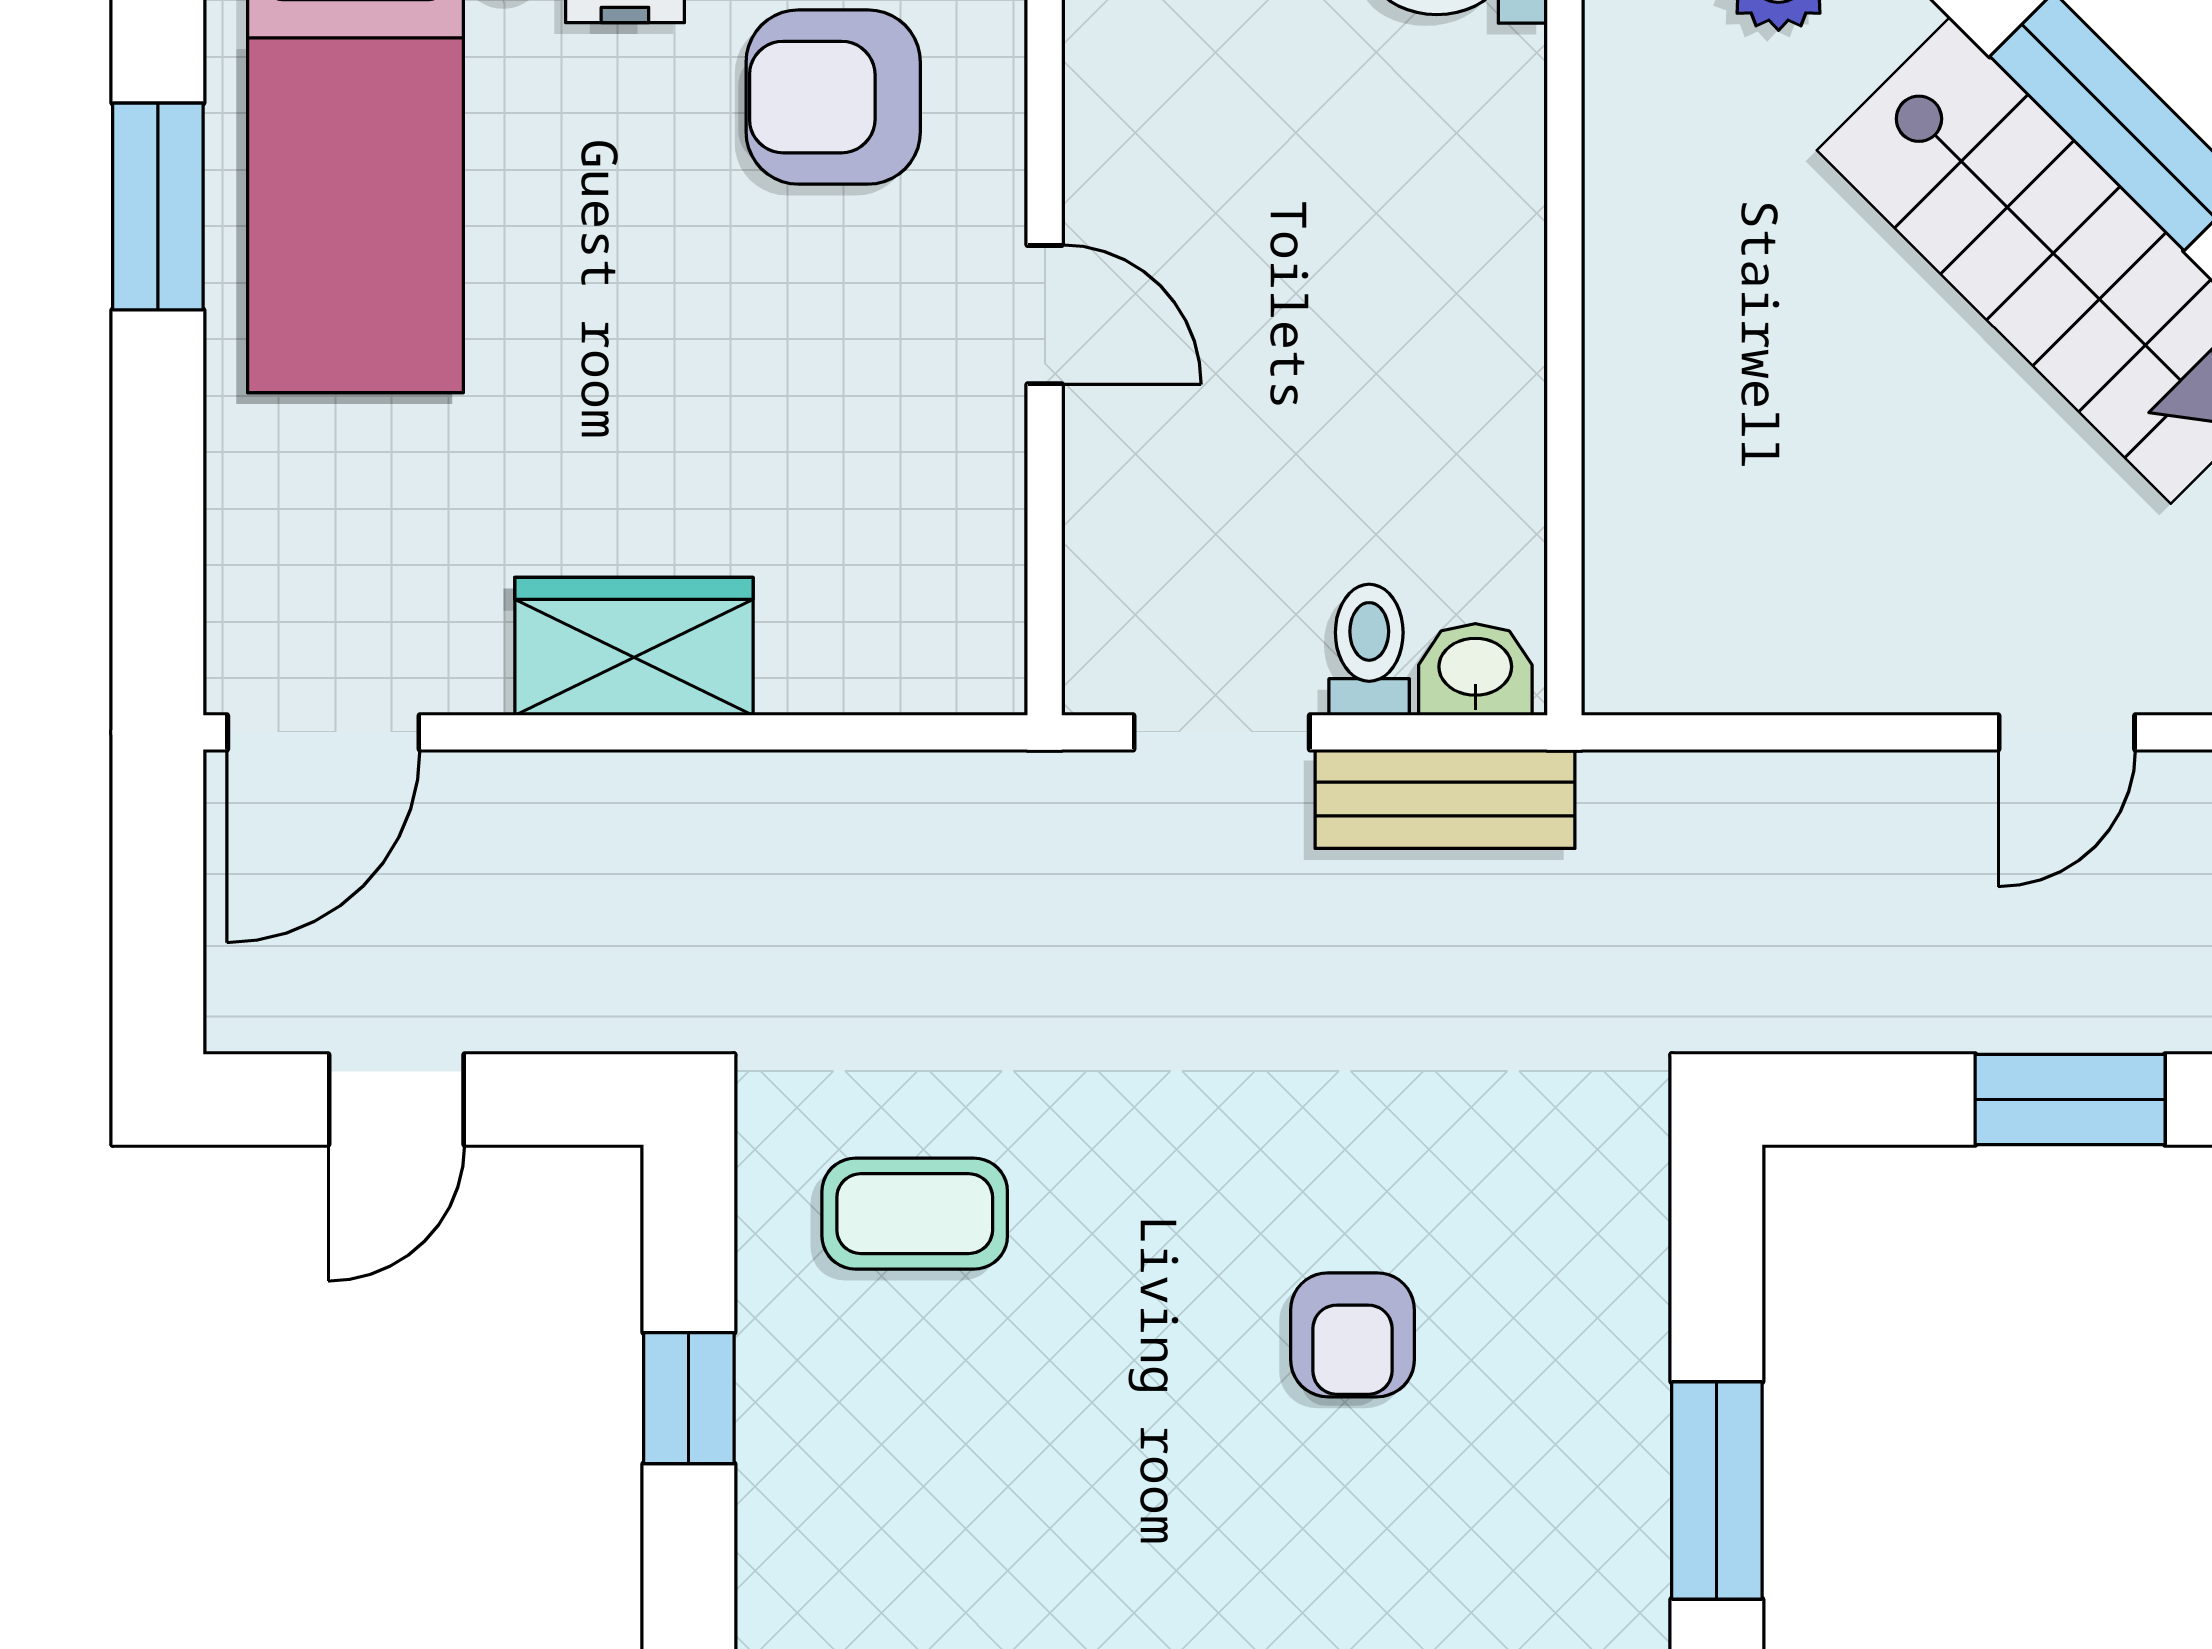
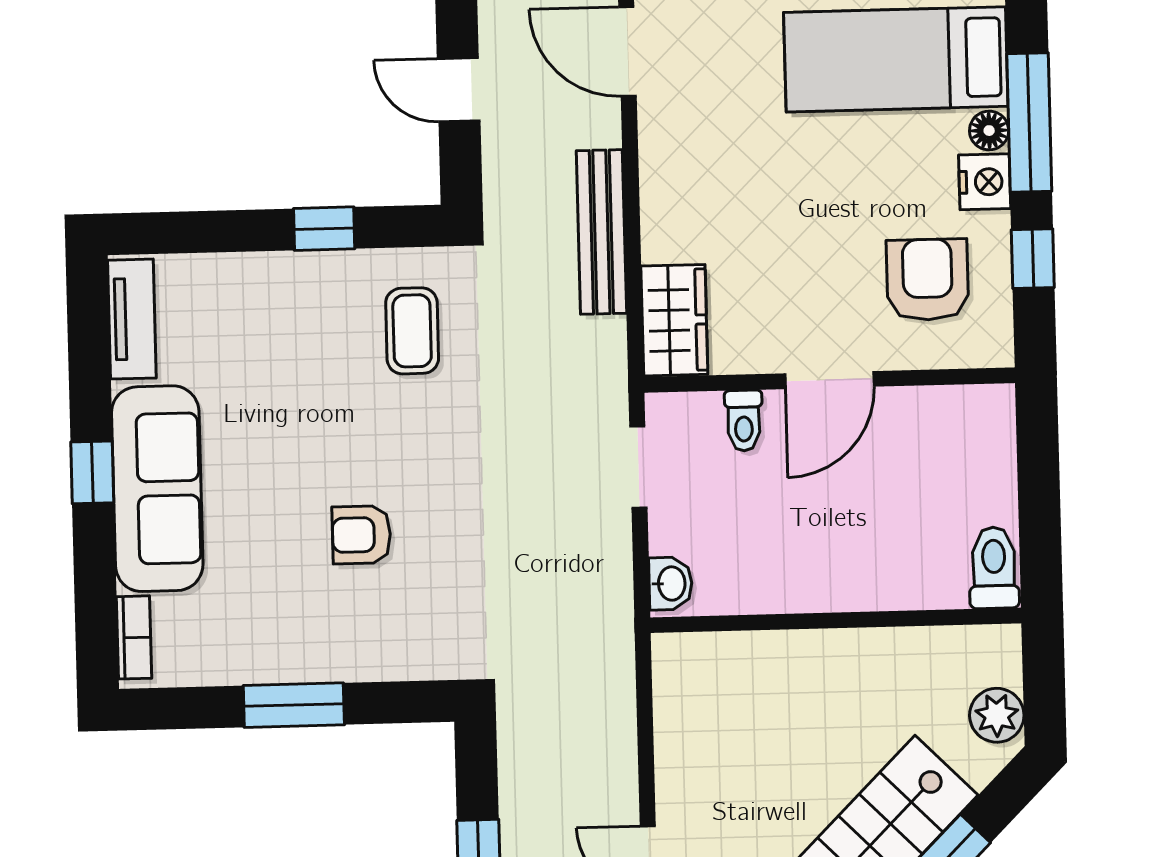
door: (1045, 315) -> (829, 380), width x1.38
wardrobe: (634, 646) -> (674, 320), moved
toilet: (1369, 650) -> (744, 421), moved, turned 90
bench: (1445, 799) -> (601, 232), moved, width x1.36

